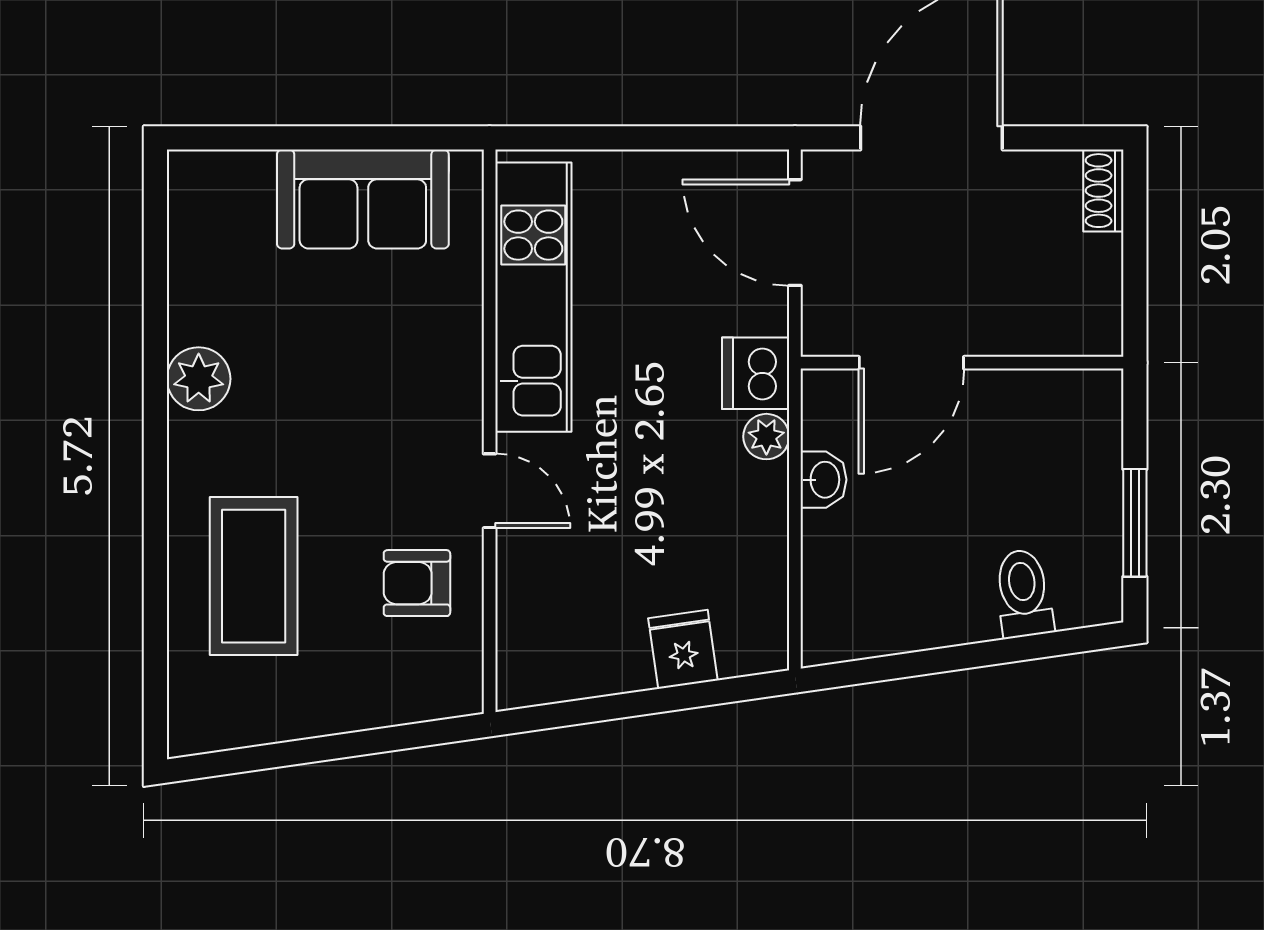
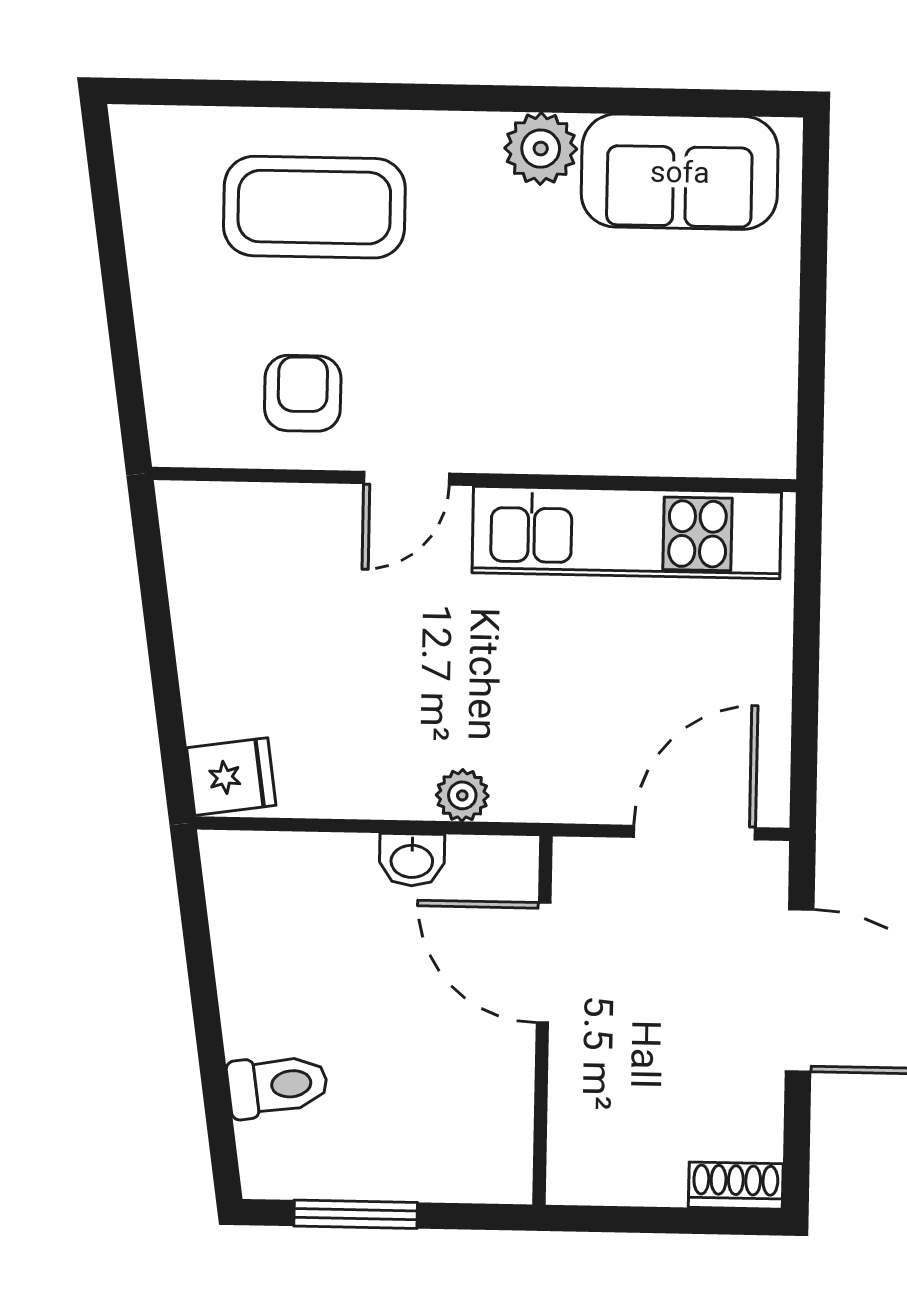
sofa: (363, 199) -> (680, 172), moved, turned -90
dishwasher: (756, 373) -> (535, 785), removed
fridge: (683, 649) -> (231, 777), moved

